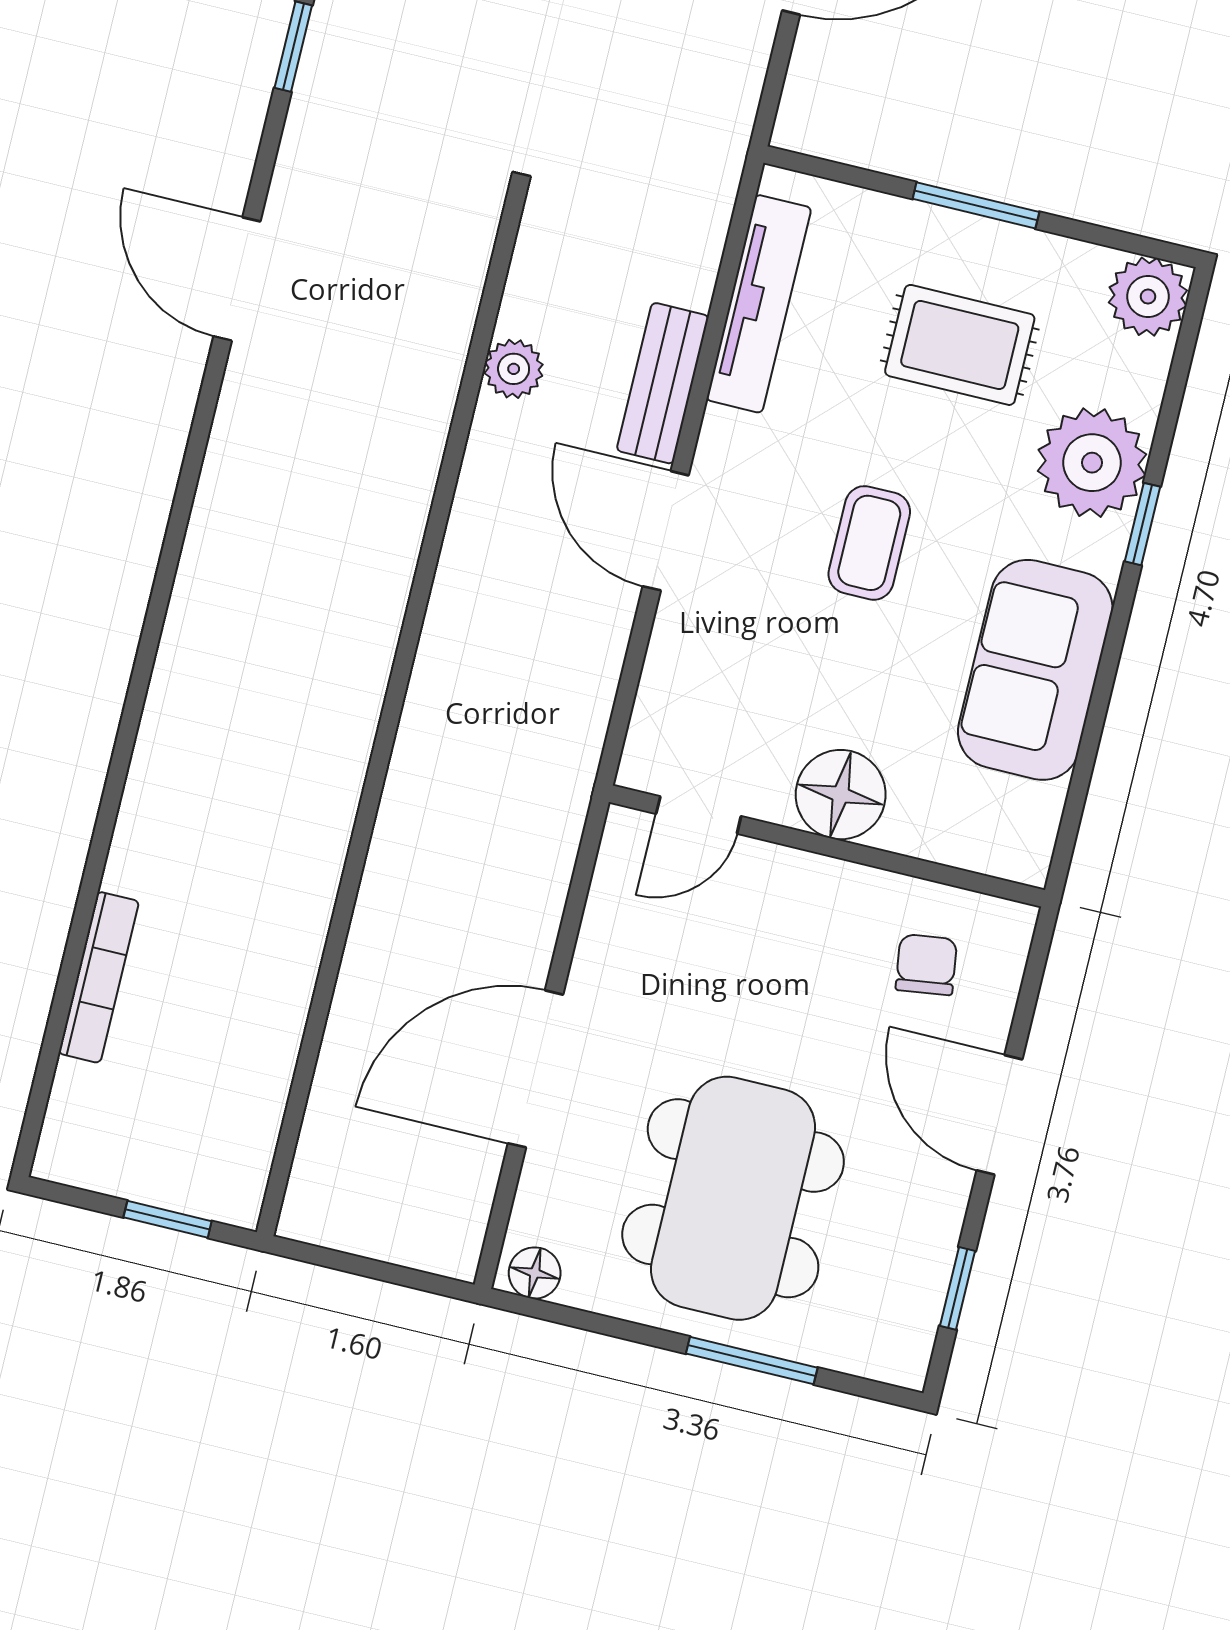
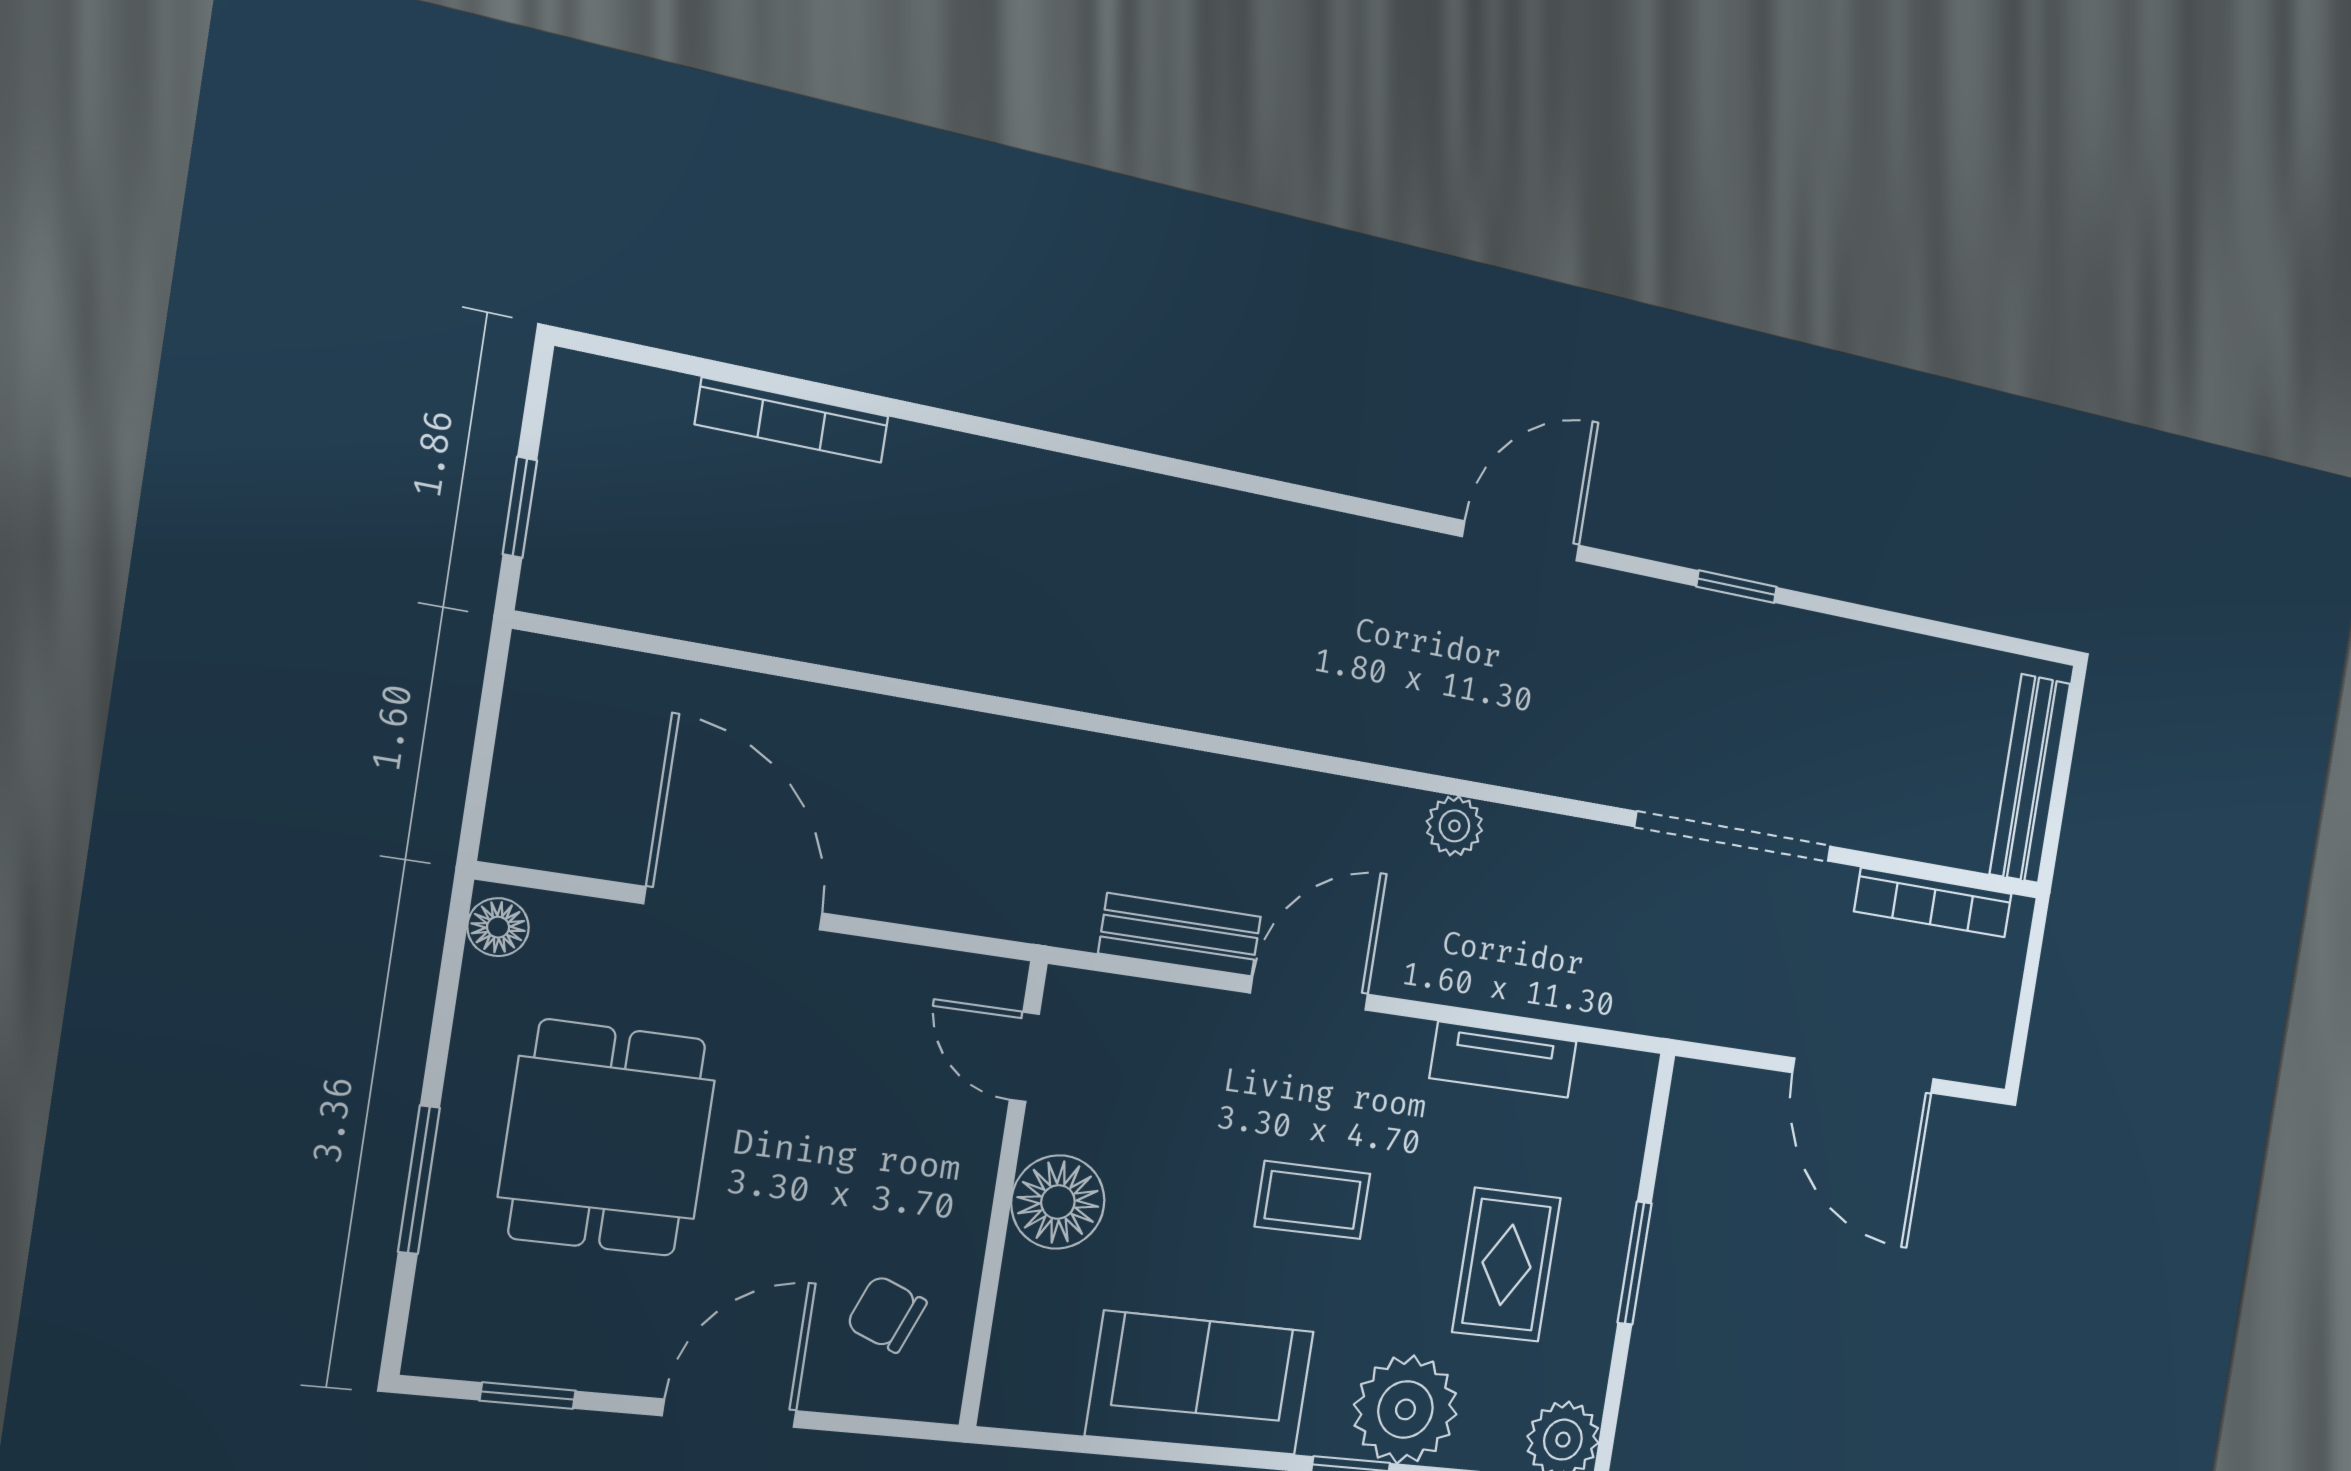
tv unit: (759, 304) -> (1503, 1060), width x0.71
bench: (663, 383) -> (1180, 935), moved
chair: (926, 965) -> (886, 1314), turned -150
dining table: (733, 1198) -> (607, 1138), width x0.73

